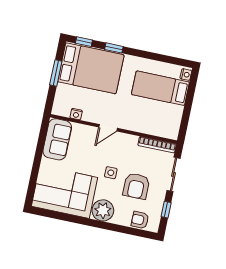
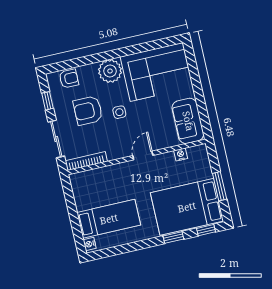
armchair: (136, 186) -> (88, 110), turned -90

